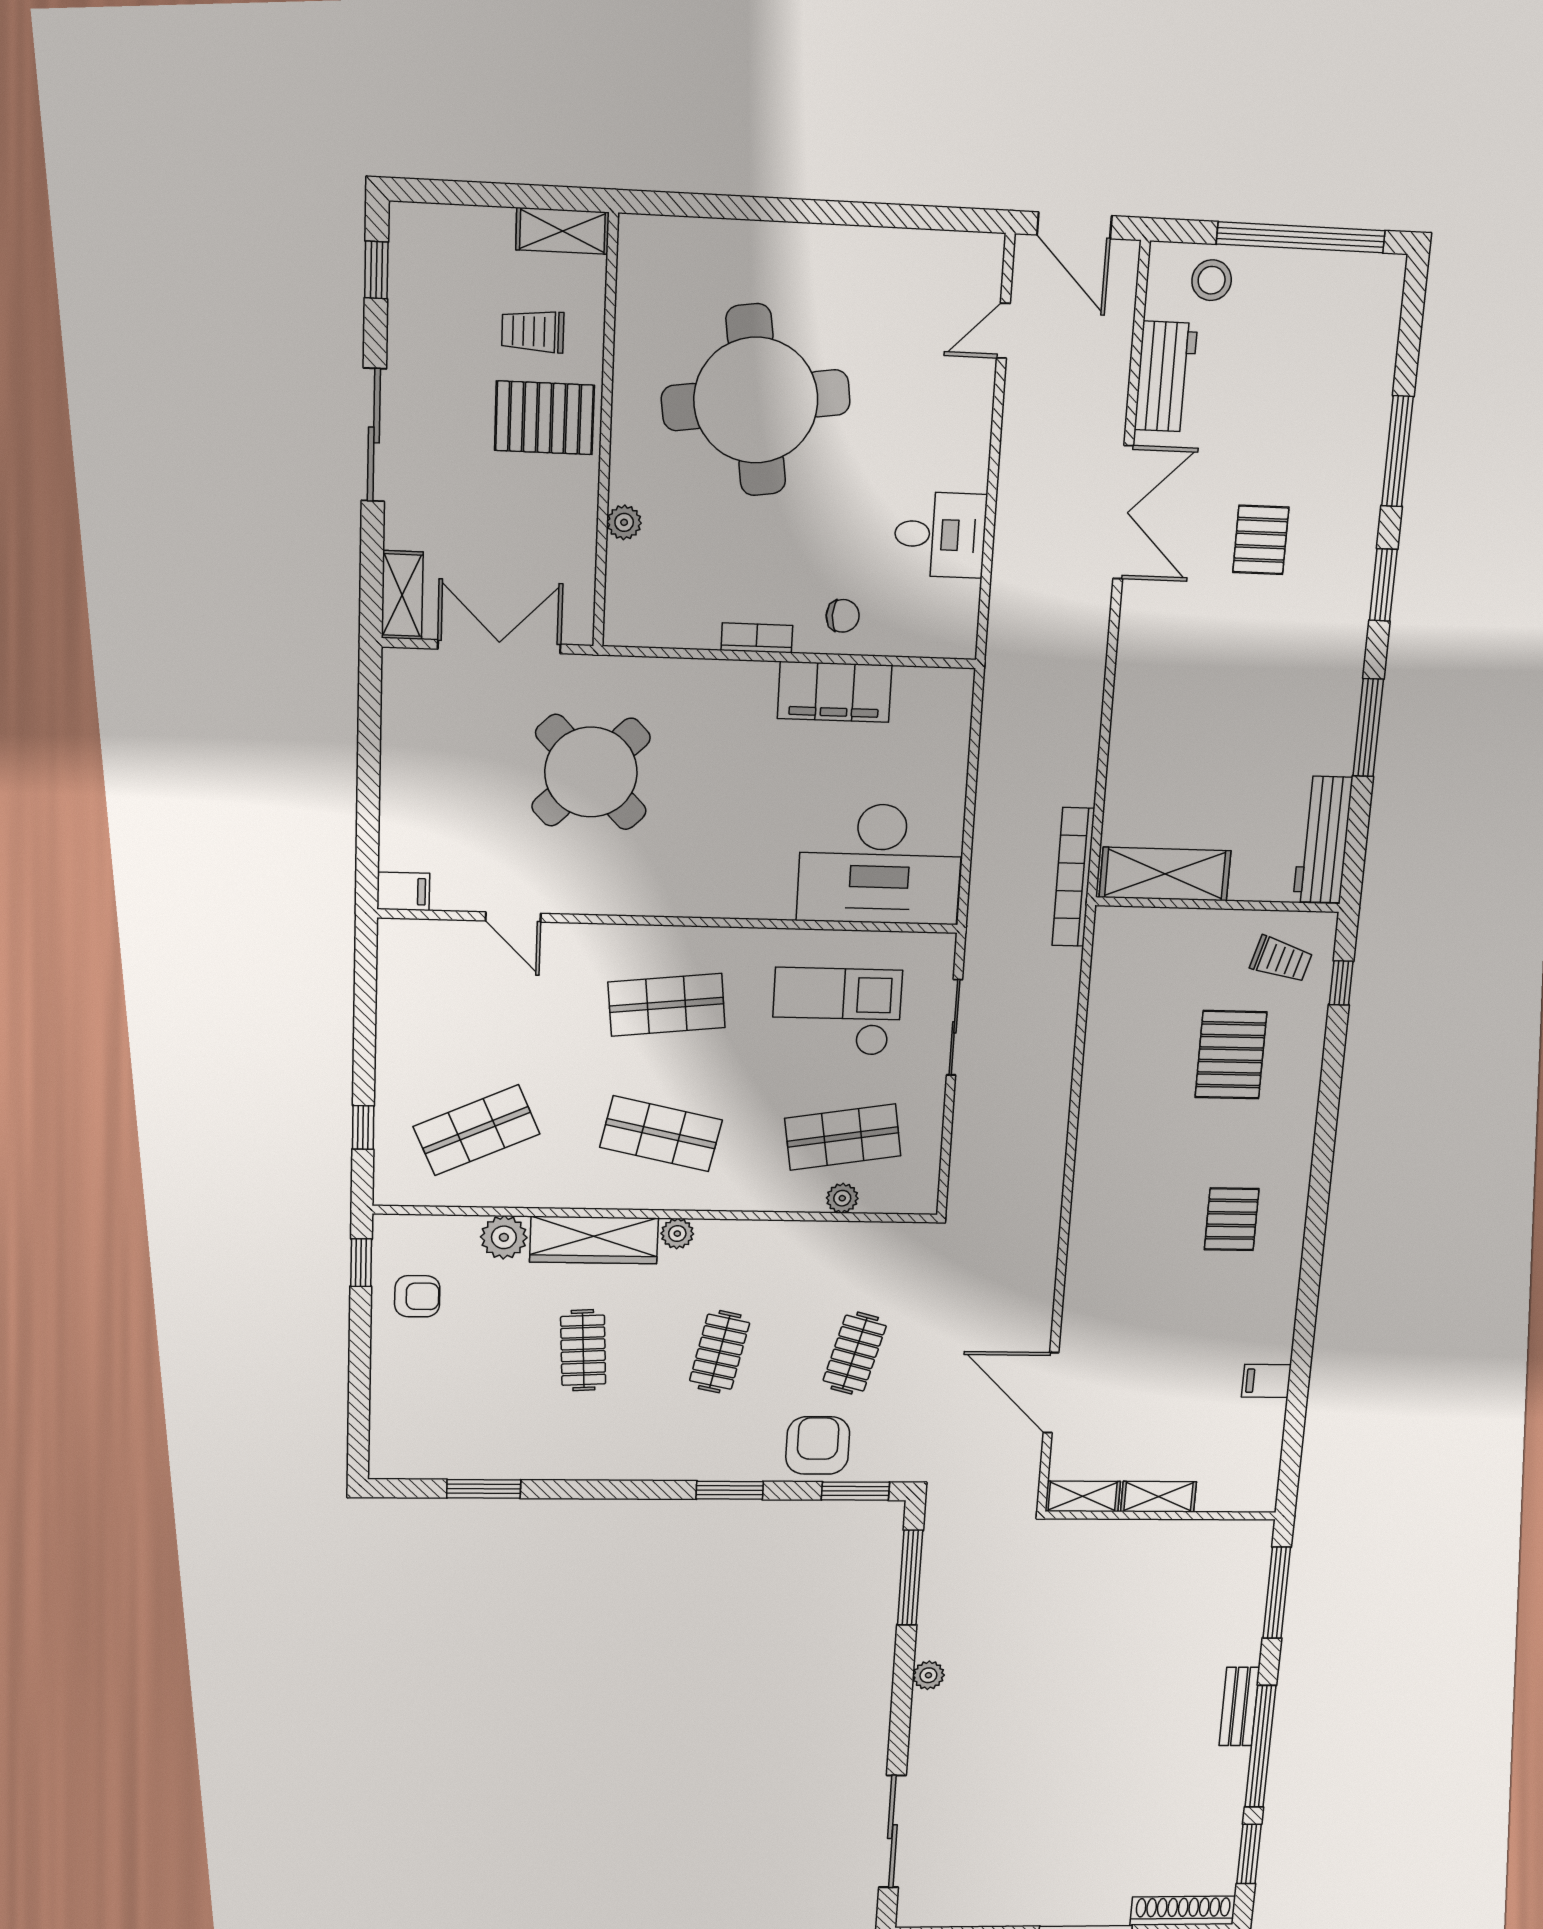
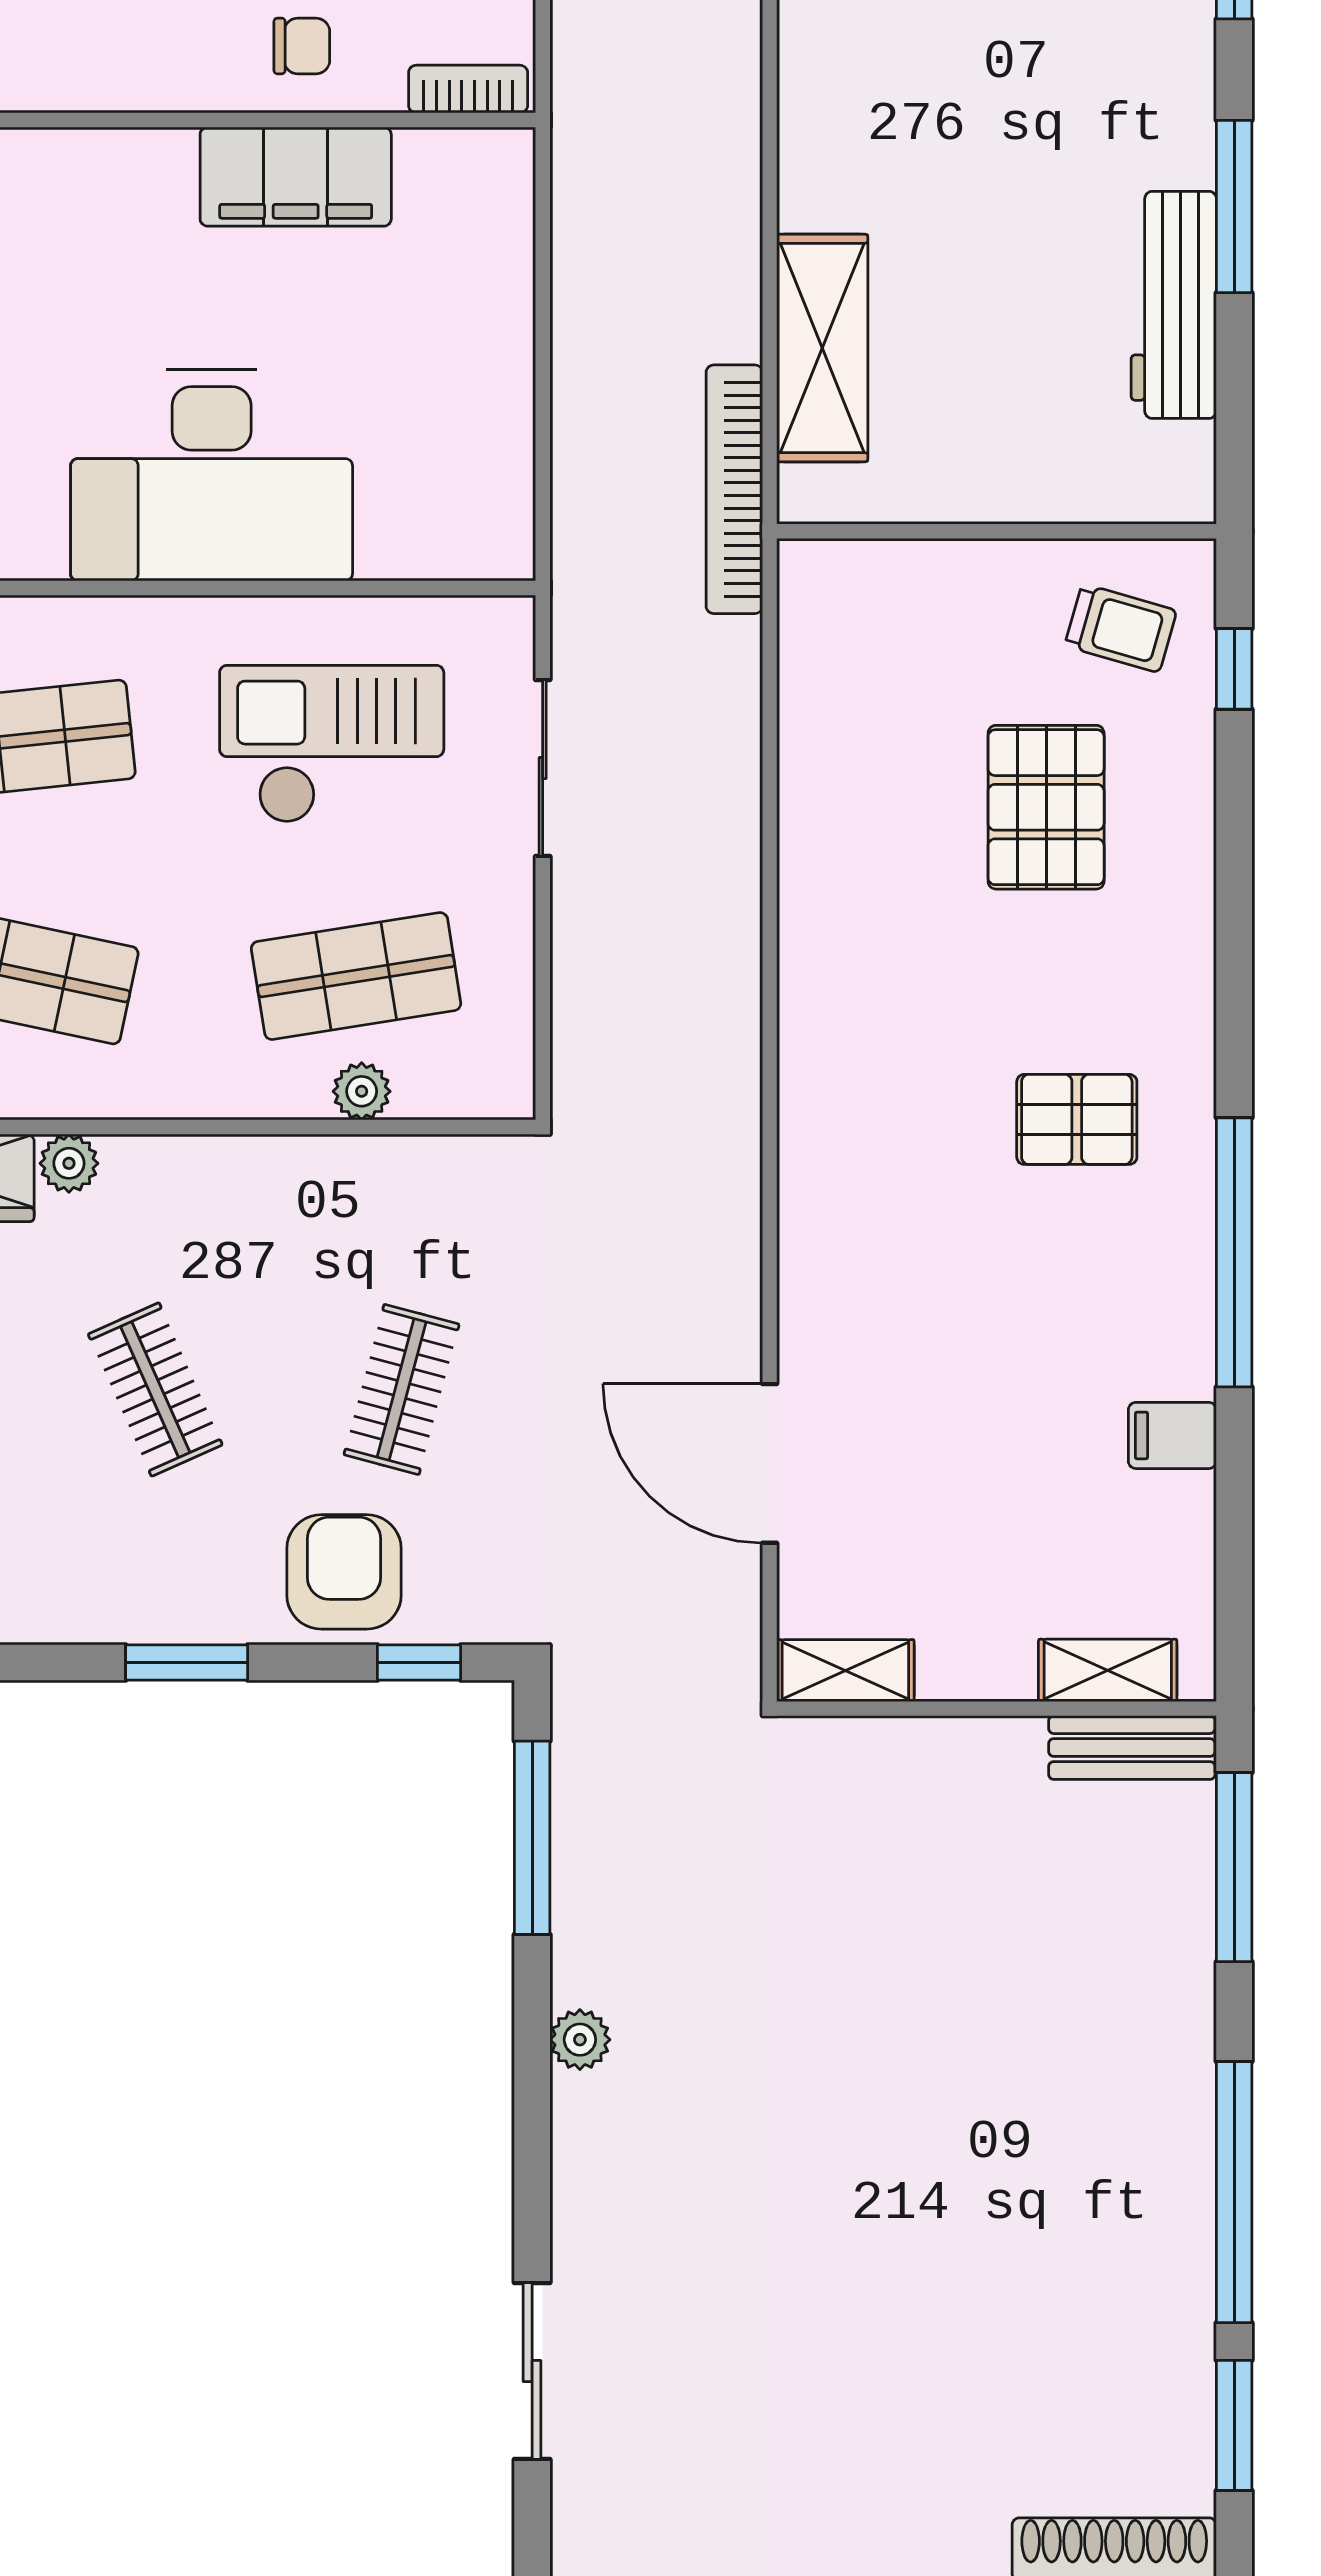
bookcase: (757, 638) -> (468, 89), moved
workbench: (1323, 840) -> (1174, 305), moved
desk: (880, 864) -> (212, 475), moved
shelving: (1165, 874) -> (822, 348), moved, turned 90
pallet: (1232, 1219) -> (1077, 1119), turned 90
window: (1309, 1289) -> (1234, 1252), added
clothes rail: (720, 1352) -> (155, 1389), turned -36
window: (855, 1491) -> (419, 1663), width x0.67
shelving: (1158, 1497) -> (1108, 1670), moved
bench: (1239, 1707) -> (1132, 1748), moved, turned 90
sliding door: (892, 1832) -> (532, 2371), width x0.73

